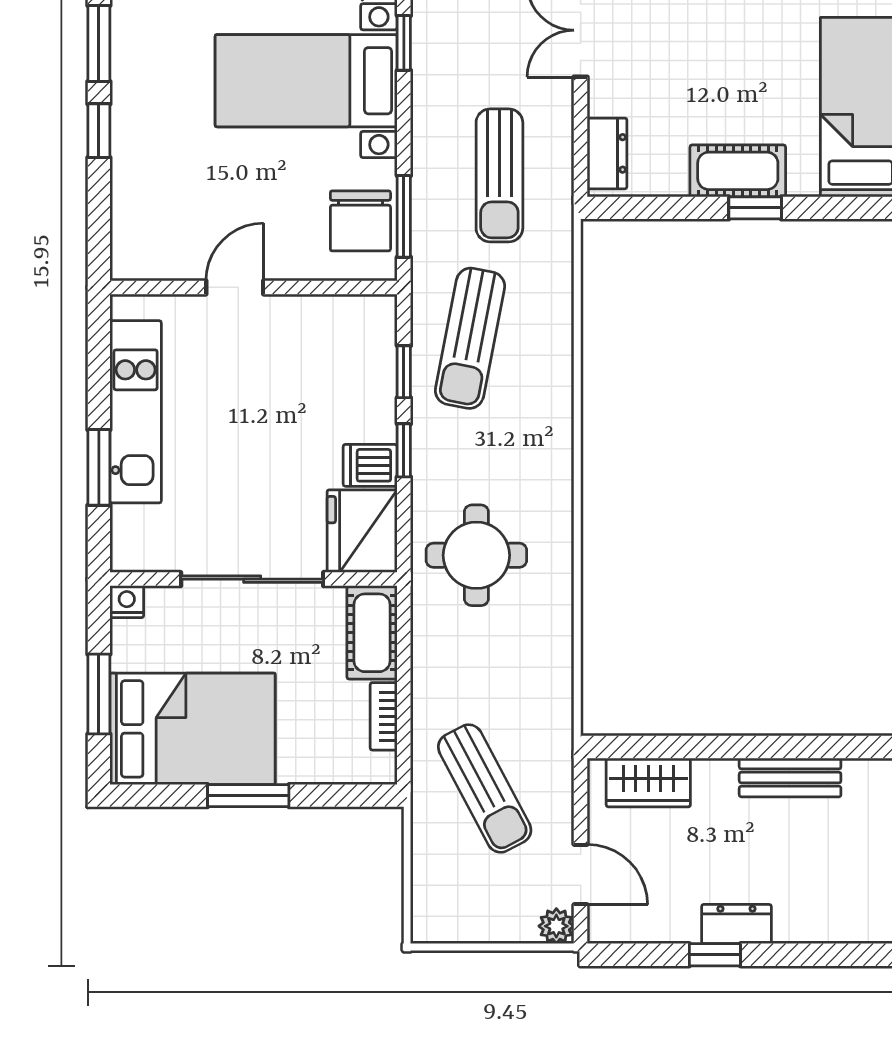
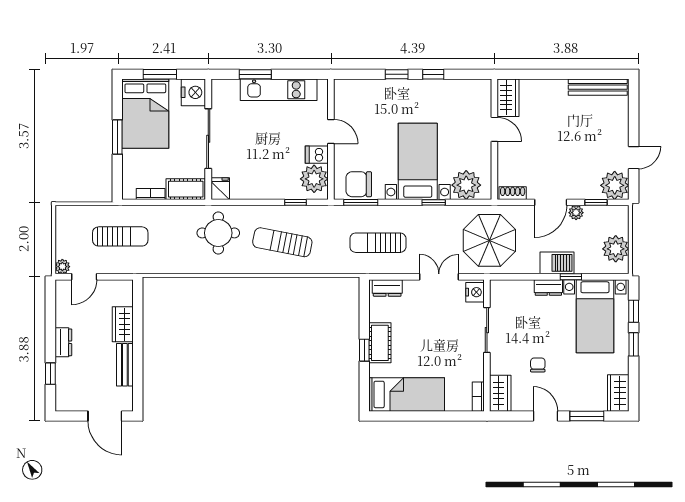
window: (99, 44) -> (433, 74), width x0.67
plant: (348, 327) -> (314, 179), added
sun lounger: (470, 338) -> (282, 242), moved
window: (404, 450) -> (262, 202), removed
dishwasher: (370, 465) -> (317, 155), moved, turned -90
fridge: (362, 531) -> (220, 189), width x0.53, depth x0.75
nightstand: (127, 602) -> (193, 92), width x1.89, depth x1.79
wardrobe: (648, 783) -> (123, 324), moved
sun lounger: (485, 788) -> (120, 236), turned -152
window: (715, 955) -> (50, 374), moved

